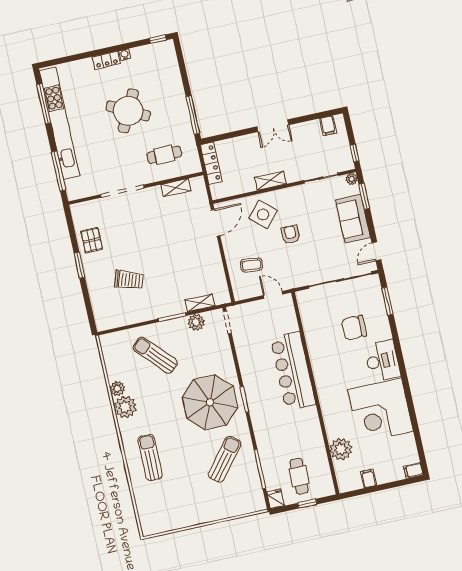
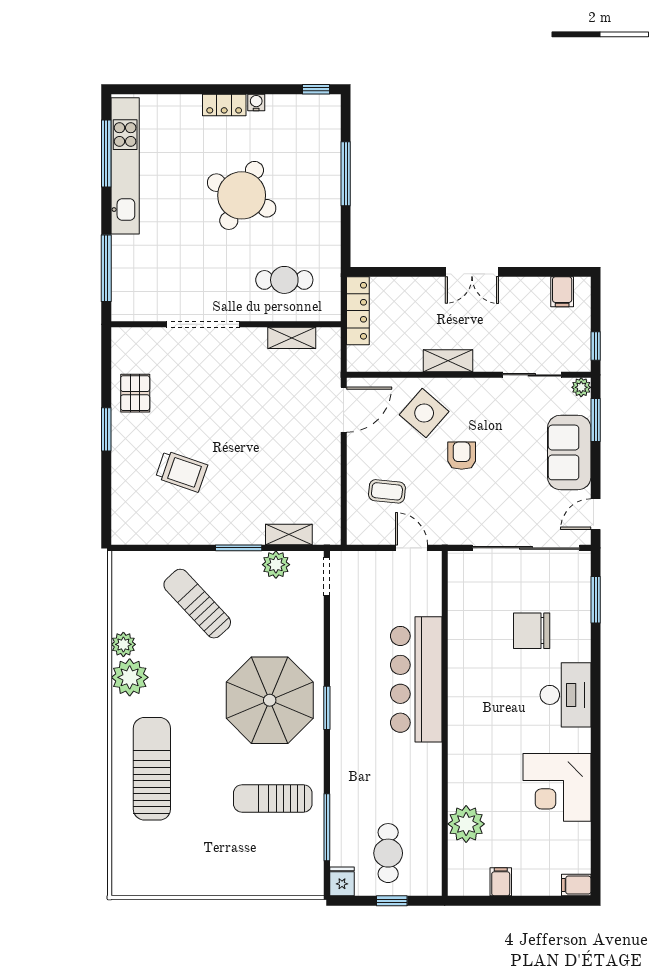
window: (193, 115) -> (346, 174), moved
kitchen unit: (60, 123) -> (125, 166), width x0.73
corner desk: (380, 410) -> (557, 787), width x0.74, depth x0.74
sun lounger: (150, 458) -> (152, 769), width x1.36, depth x1.34
sun lounger: (225, 459) -> (273, 798), turned -129

